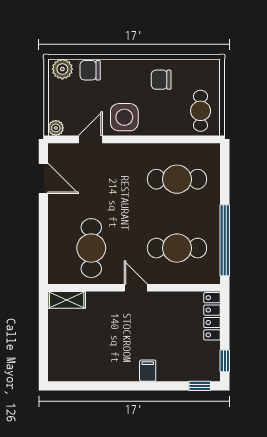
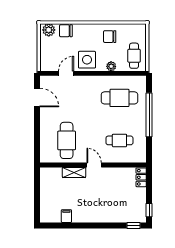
plant: (56, 128) -> (111, 66), moved
window: (225, 240) -> (149, 115), moved
cafe table: (177, 248) -> (119, 140), width x0.73, depth x0.74
shelving: (67, 300) -> (74, 172), moved
locker: (212, 316) -> (141, 177), width x0.66
filing cabinet: (148, 371) -> (66, 216), moved

